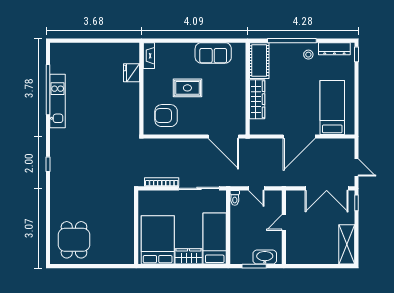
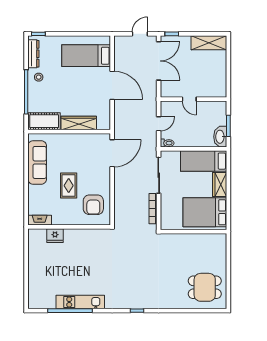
sofa: (213, 53) -> (37, 162), width x1.36
washbasin: (265, 257) -> (220, 137), moved

